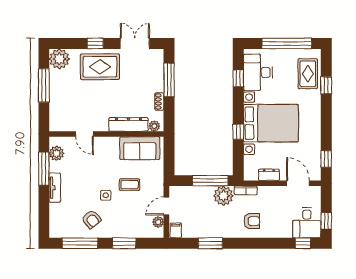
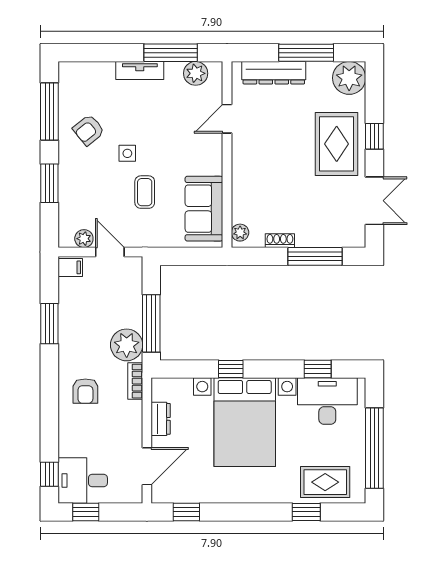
dresser: (128, 124) -> (274, 73), moved, turned 90

